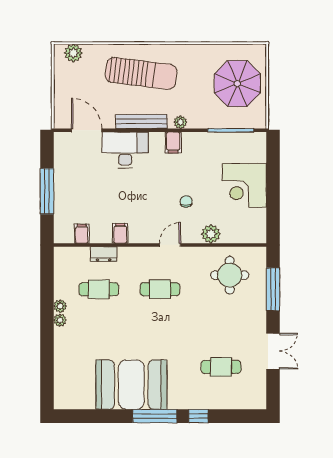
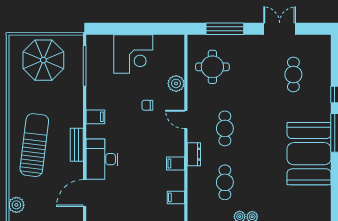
bench: (141, 121) -> (77, 145), width x0.73
plant: (180, 122) -> (77, 110), removed
dresser: (104, 254) -> (194, 154), moved

